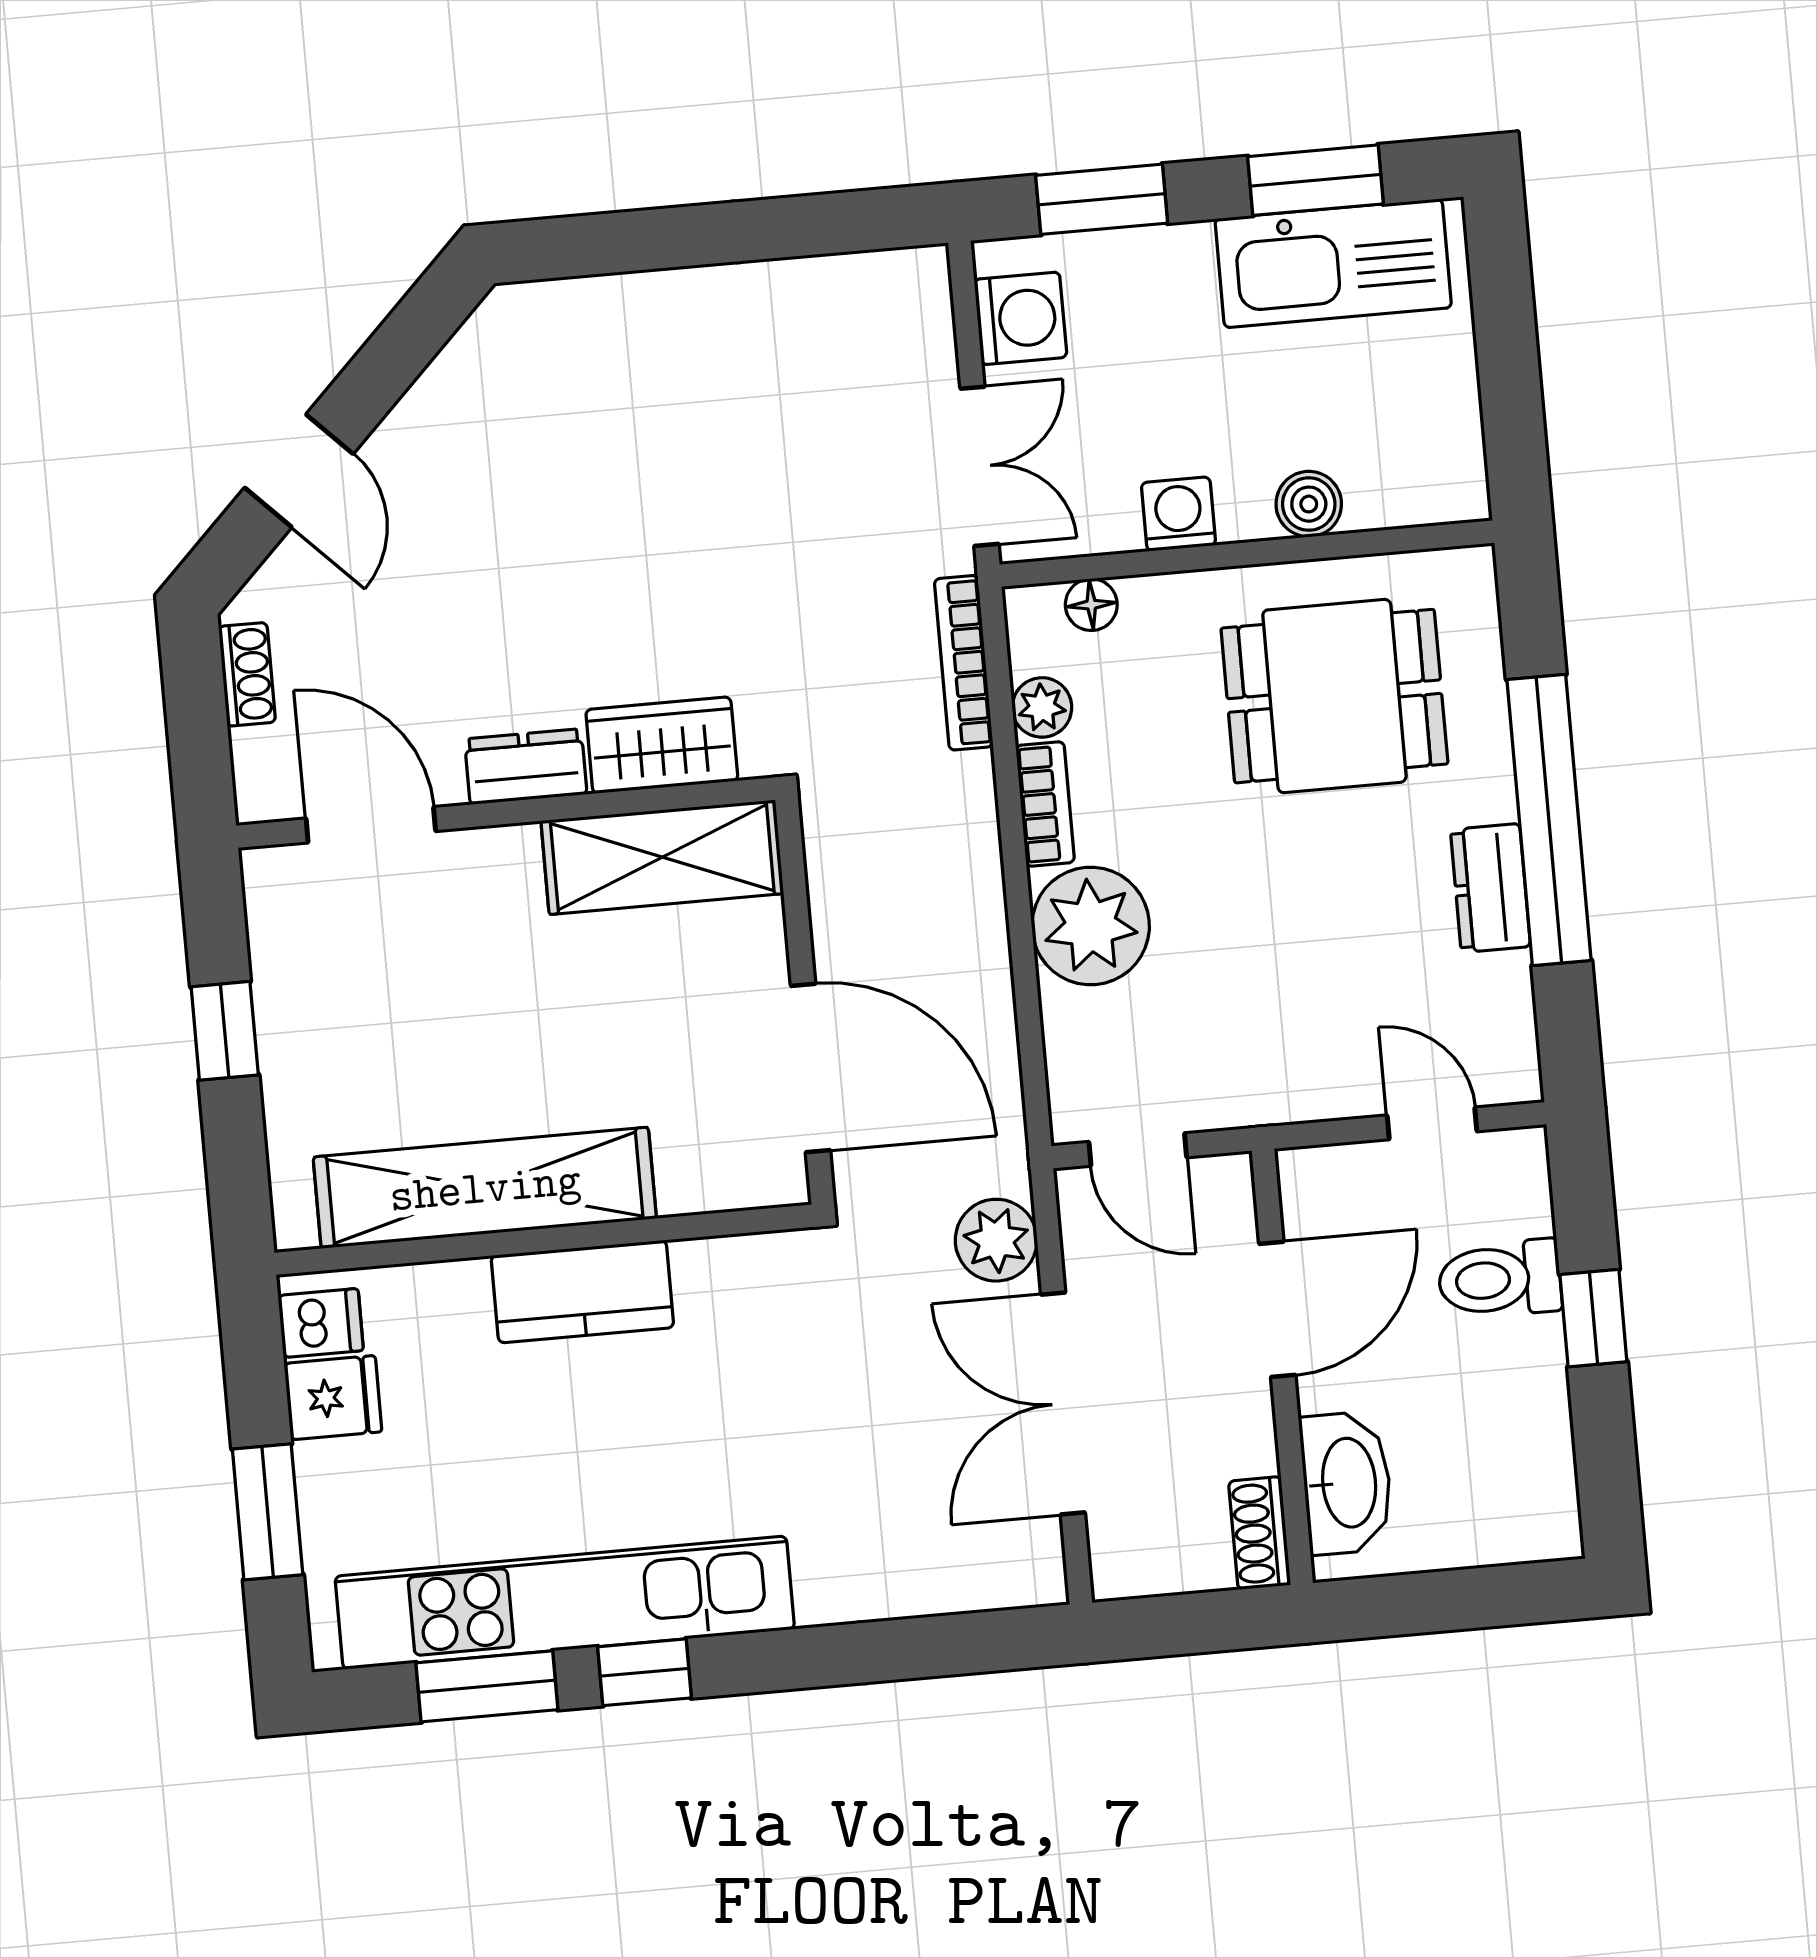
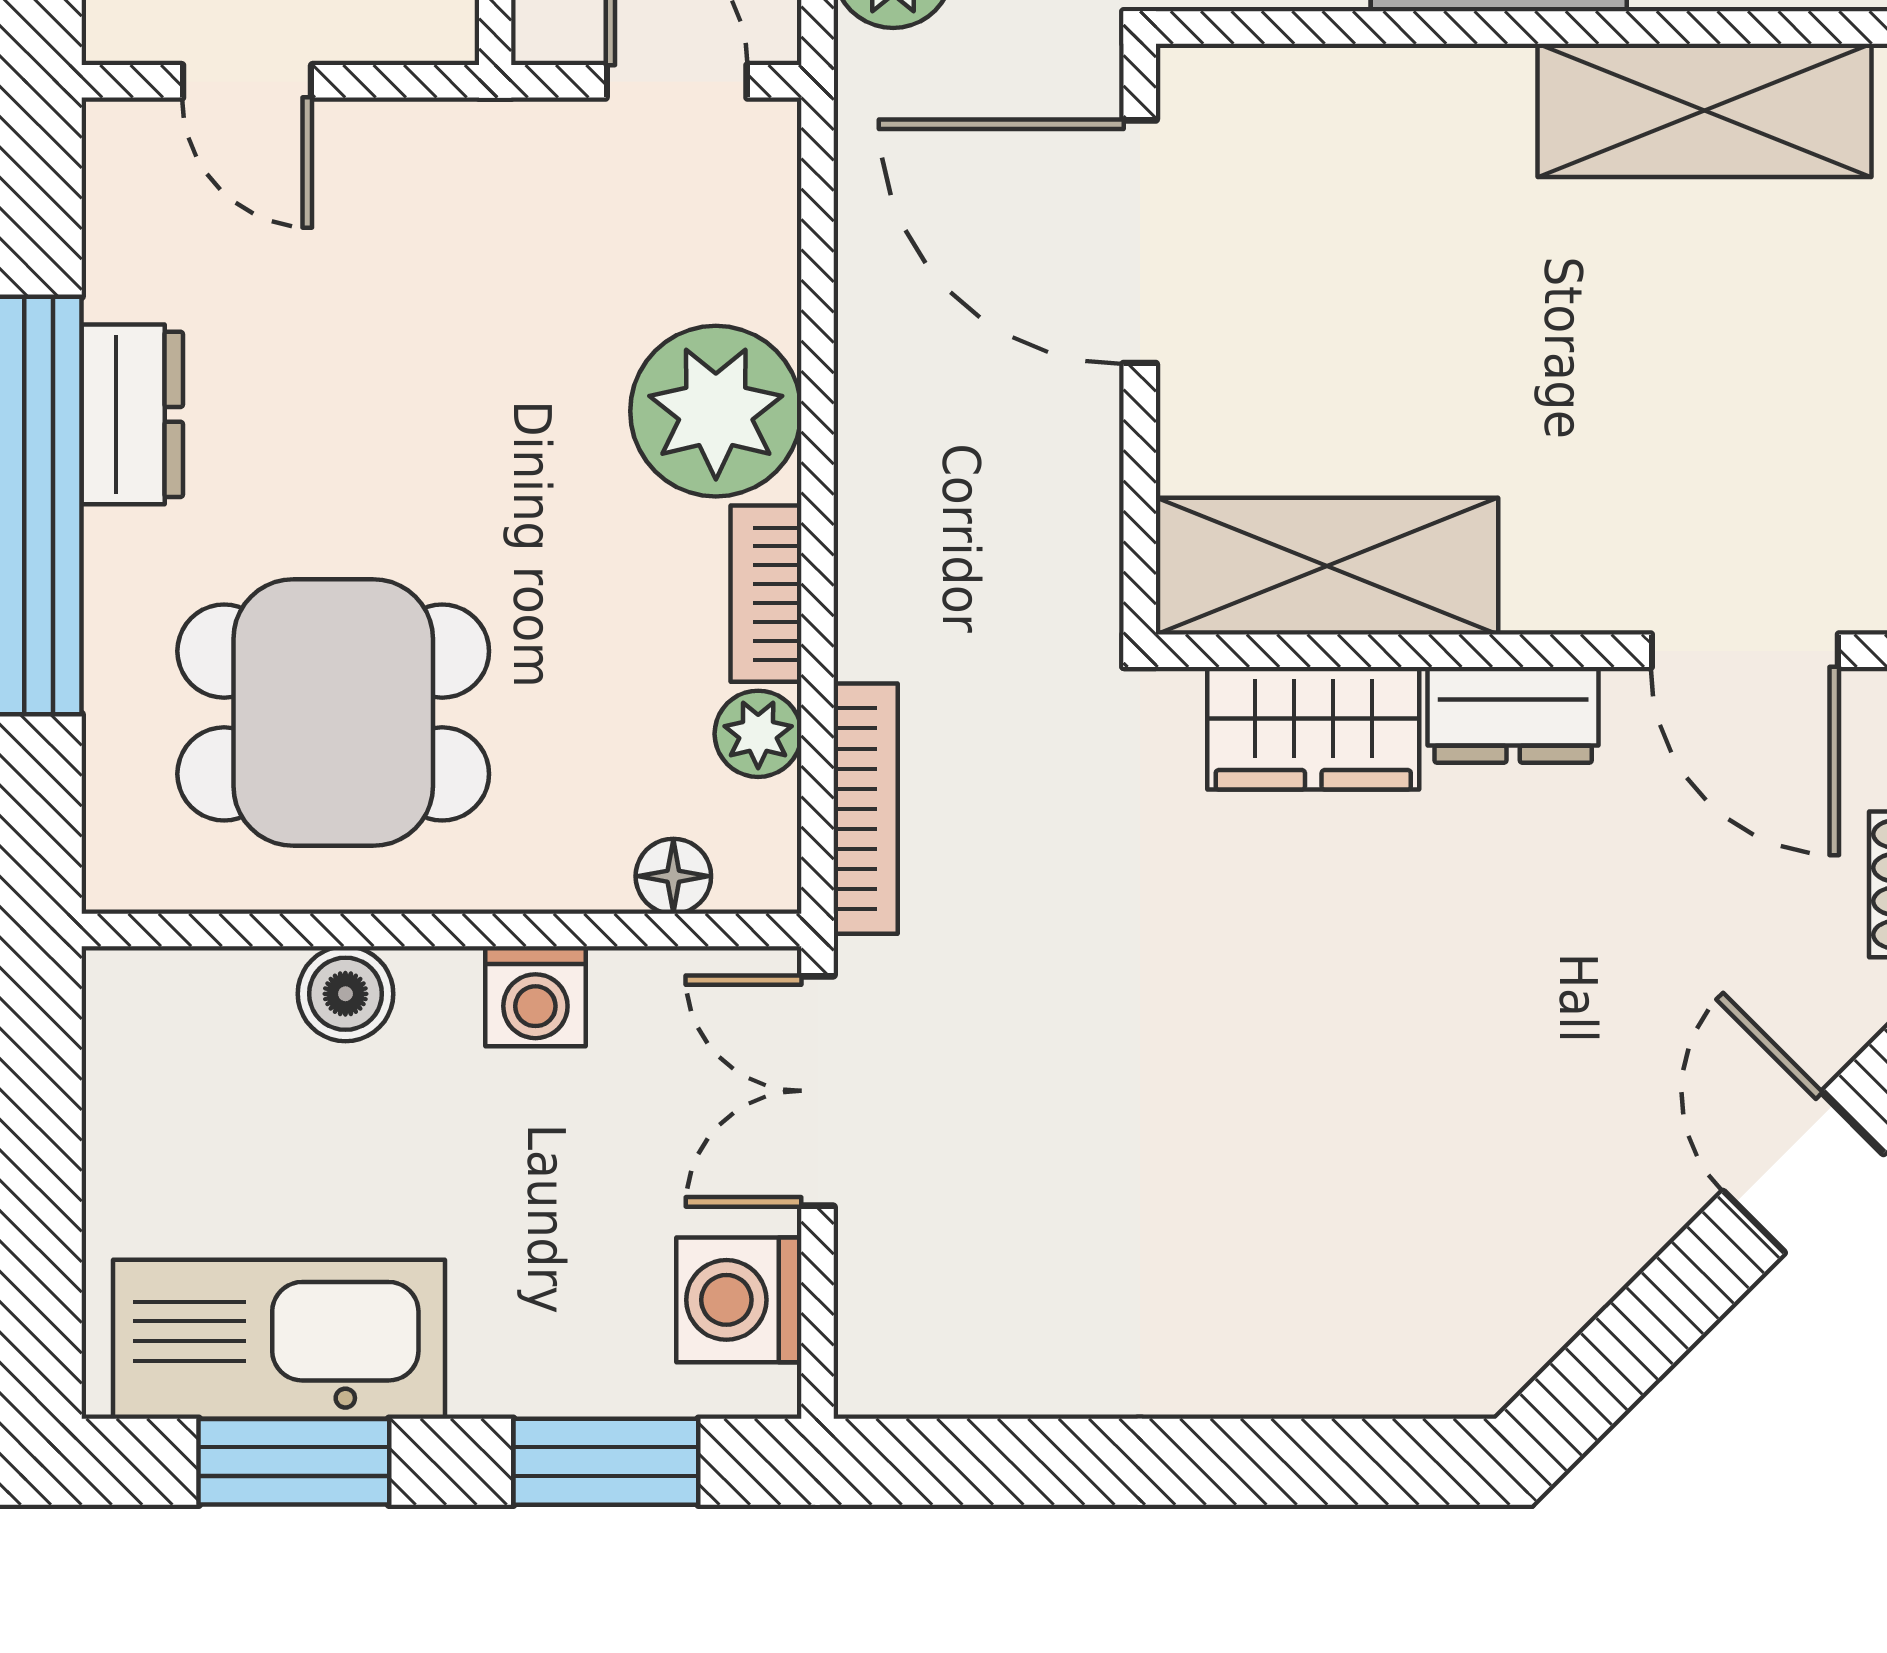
shelving: (485, 1188) -> (1705, 110), width x0.68

